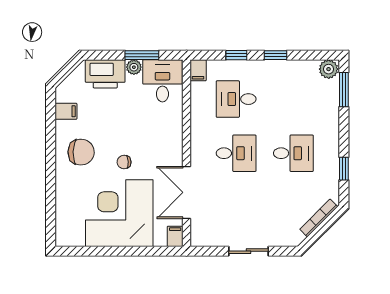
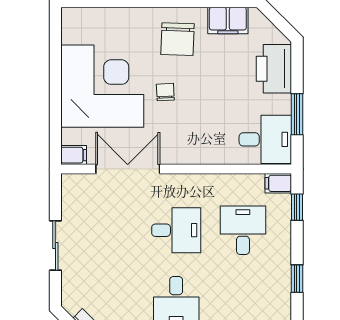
window: (236, 55) -> (297, 207), moved
plant: (134, 67) -> (282, 104), removed
filing cabinet: (66, 111) -> (228, 20), width x2.00
desk: (236, 153) -> (176, 230), turned -90

